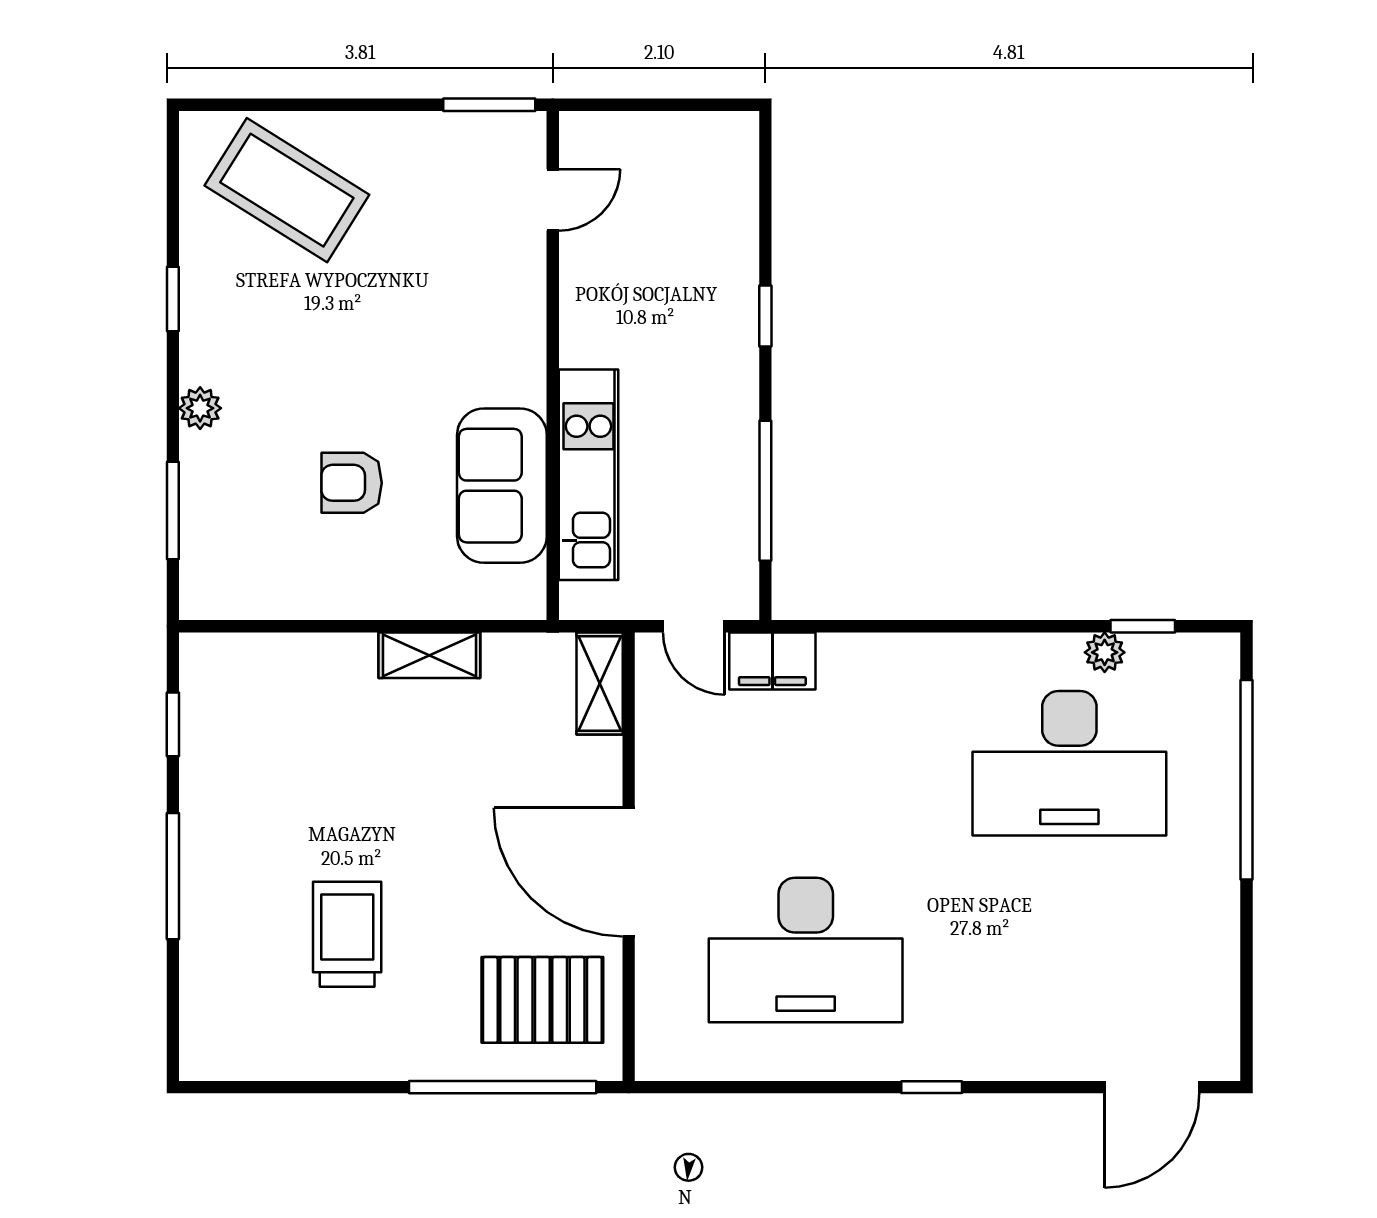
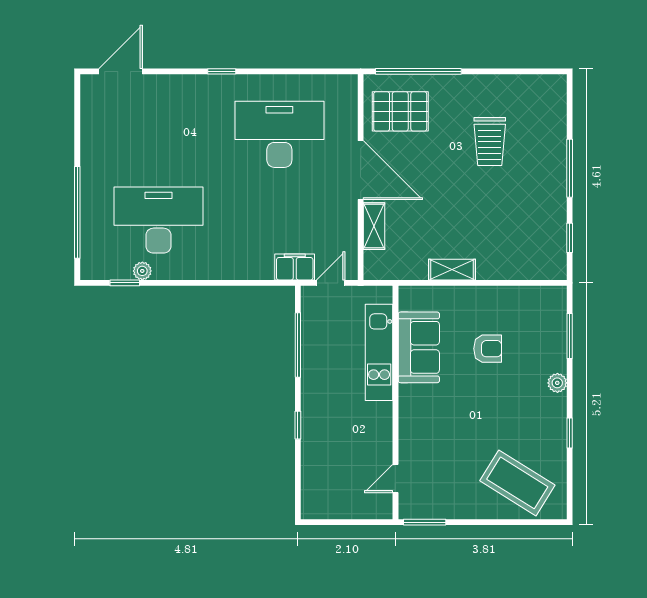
door: (694, 626) -> (331, 283), hinge flipped
shelving: (600, 683) -> (374, 226), moved

